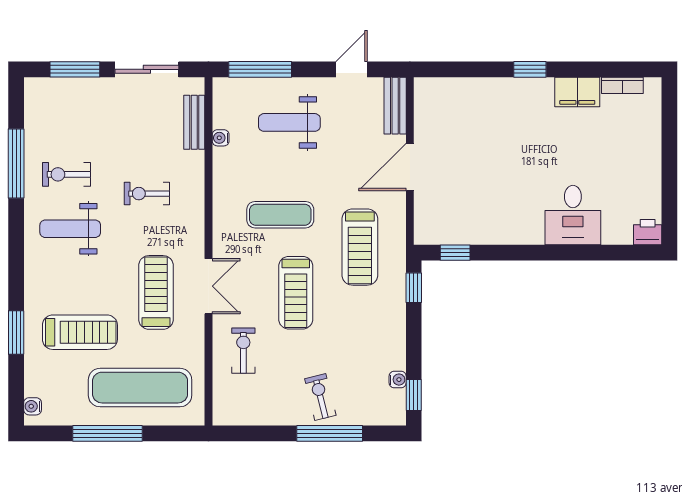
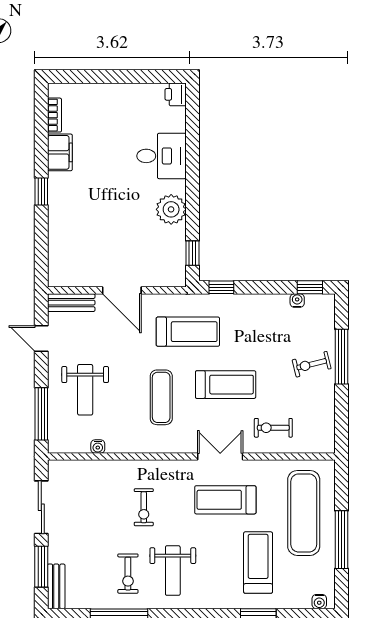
bench: (194, 122) -> (56, 586), moved, turned 90
plant: (508, 227) -> (171, 209), added

